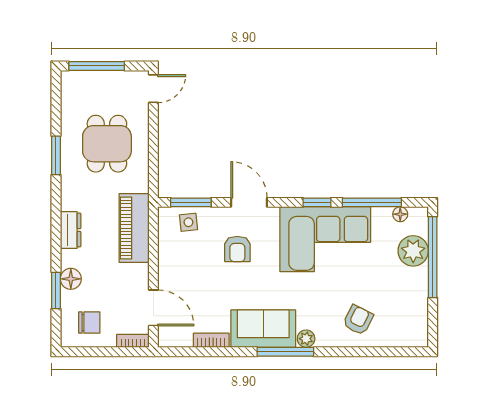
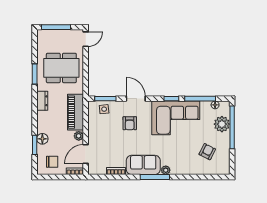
dining table: (107, 144) -> (61, 68), width x1.38
dresser: (71, 230) -> (42, 101), moved
plant: (140, 273) -> (79, 136), added
door: (153, 308) -> (86, 154), swing flipped
armchair: (358, 320) -> (207, 152), moved

